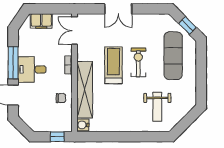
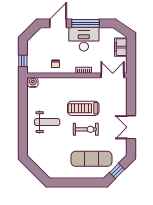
double door: (118, 9) -> (131, 127), moved
treadmill: (113, 65) -> (83, 108), turned 180
desk: (32, 69) -> (84, 39), width x1.37
shelving: (85, 90) -> (63, 84), removed
weight bench: (157, 107) -> (47, 122), moved, turned 180

